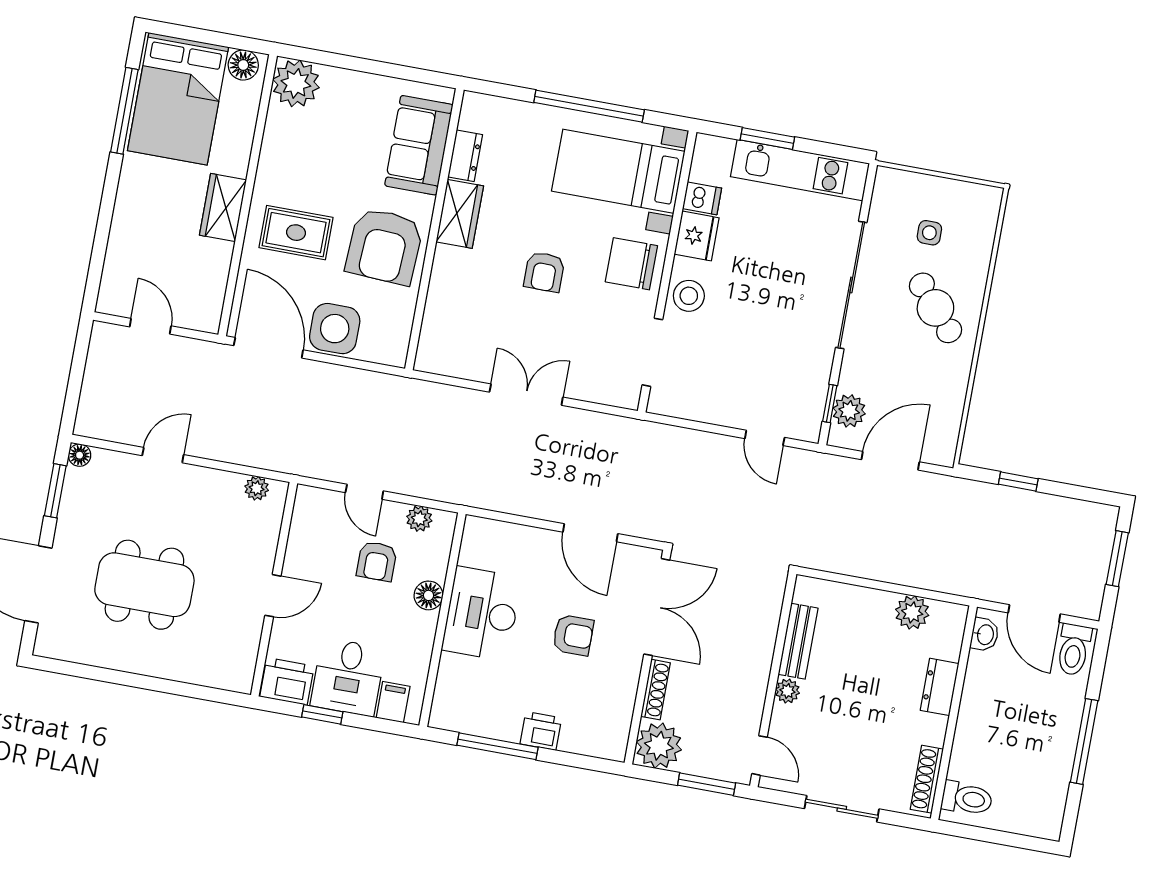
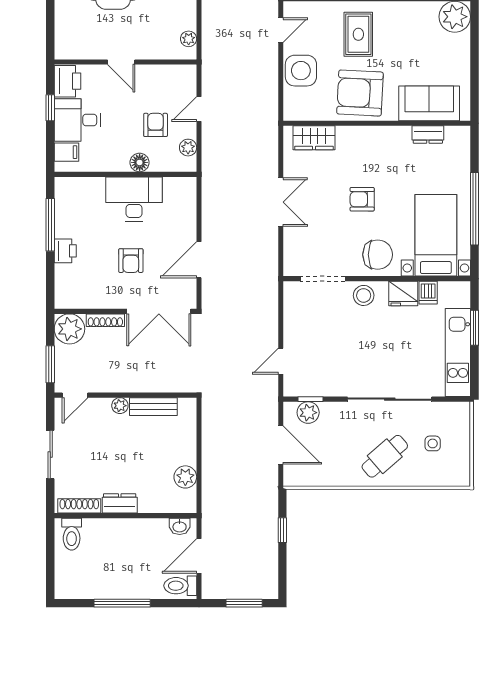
wardrobe: (460, 214) -> (314, 138), moved
chair: (631, 264) -> (378, 255), turned 90
door: (268, 348) -> (281, 30), width x0.53
armchair: (377, 561) -> (156, 125), turned 90
dresser: (940, 687) -> (120, 503), moved

